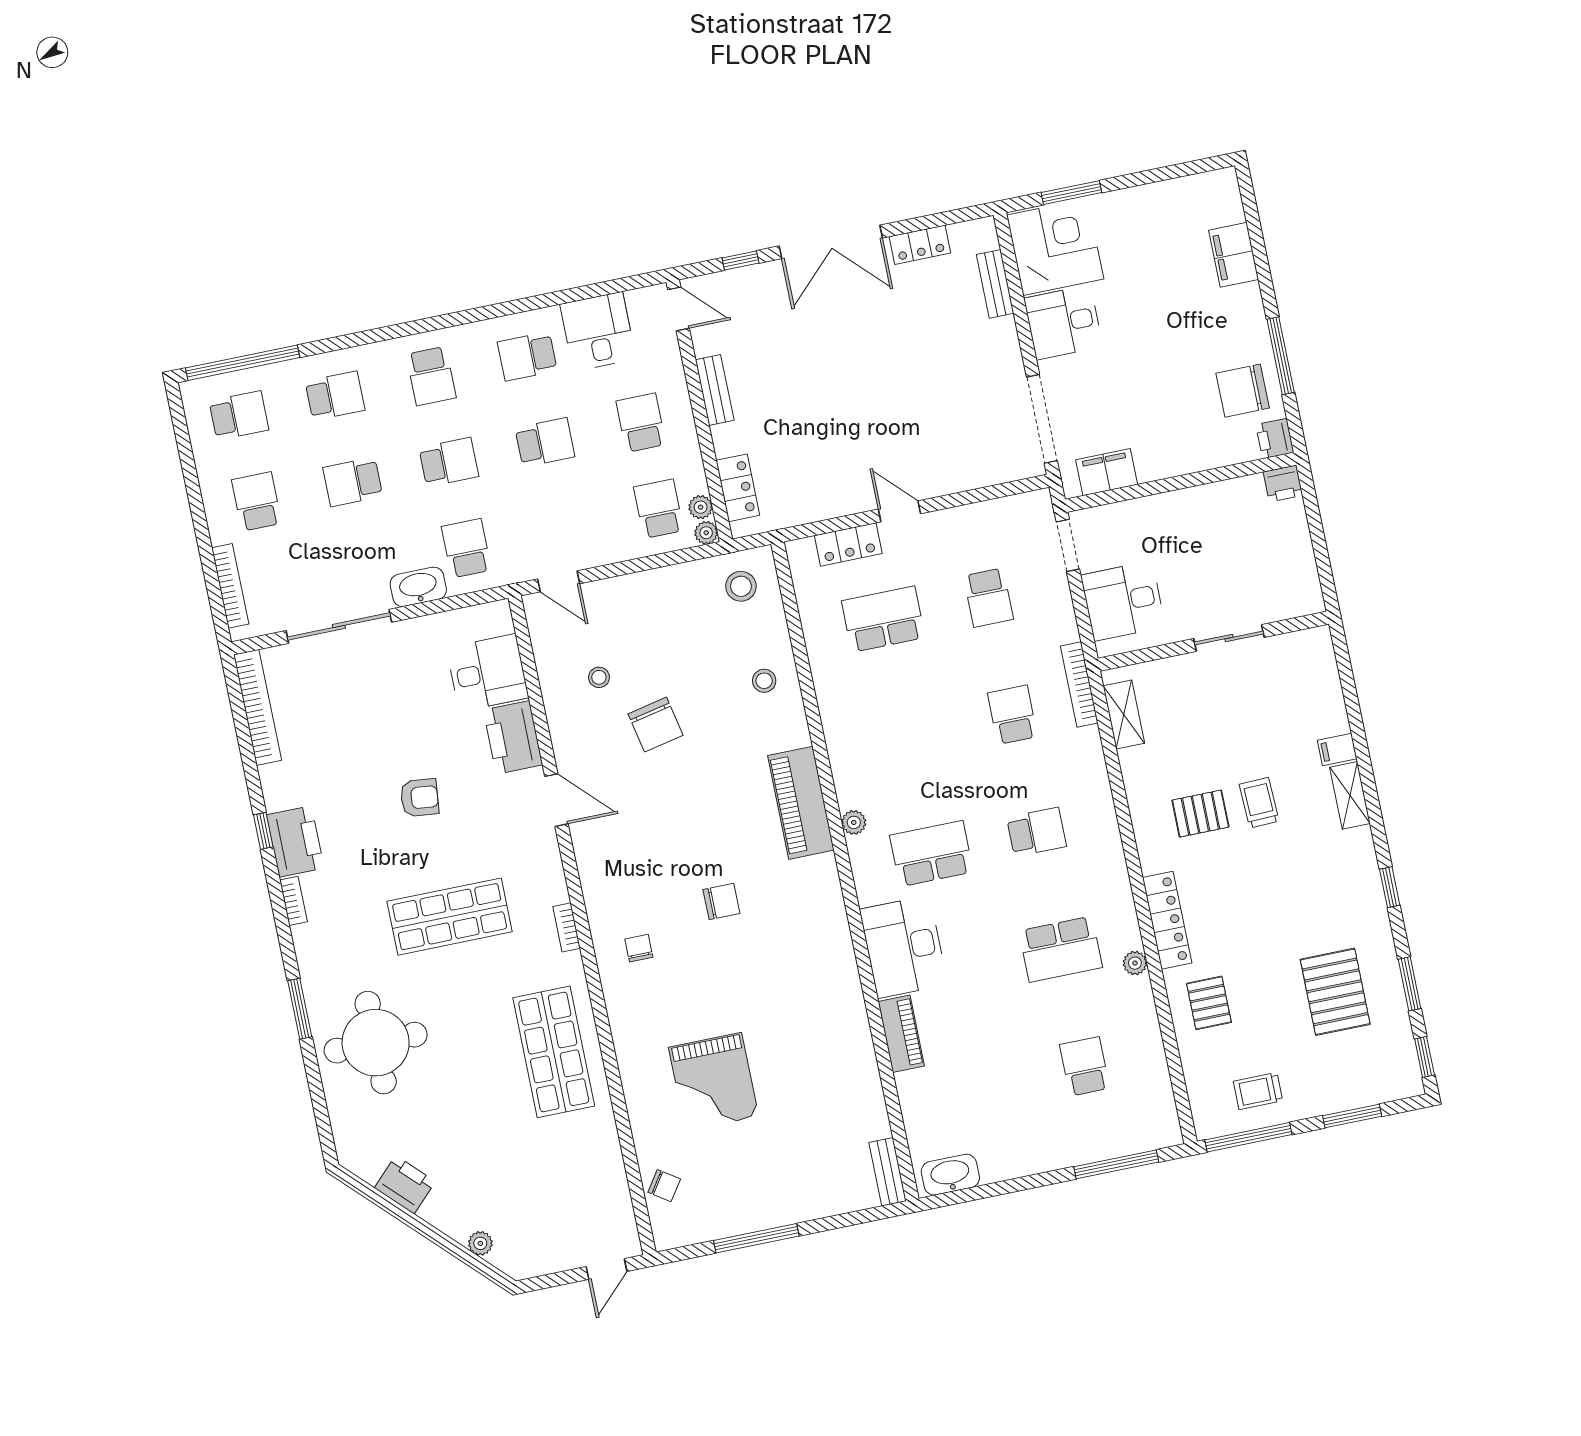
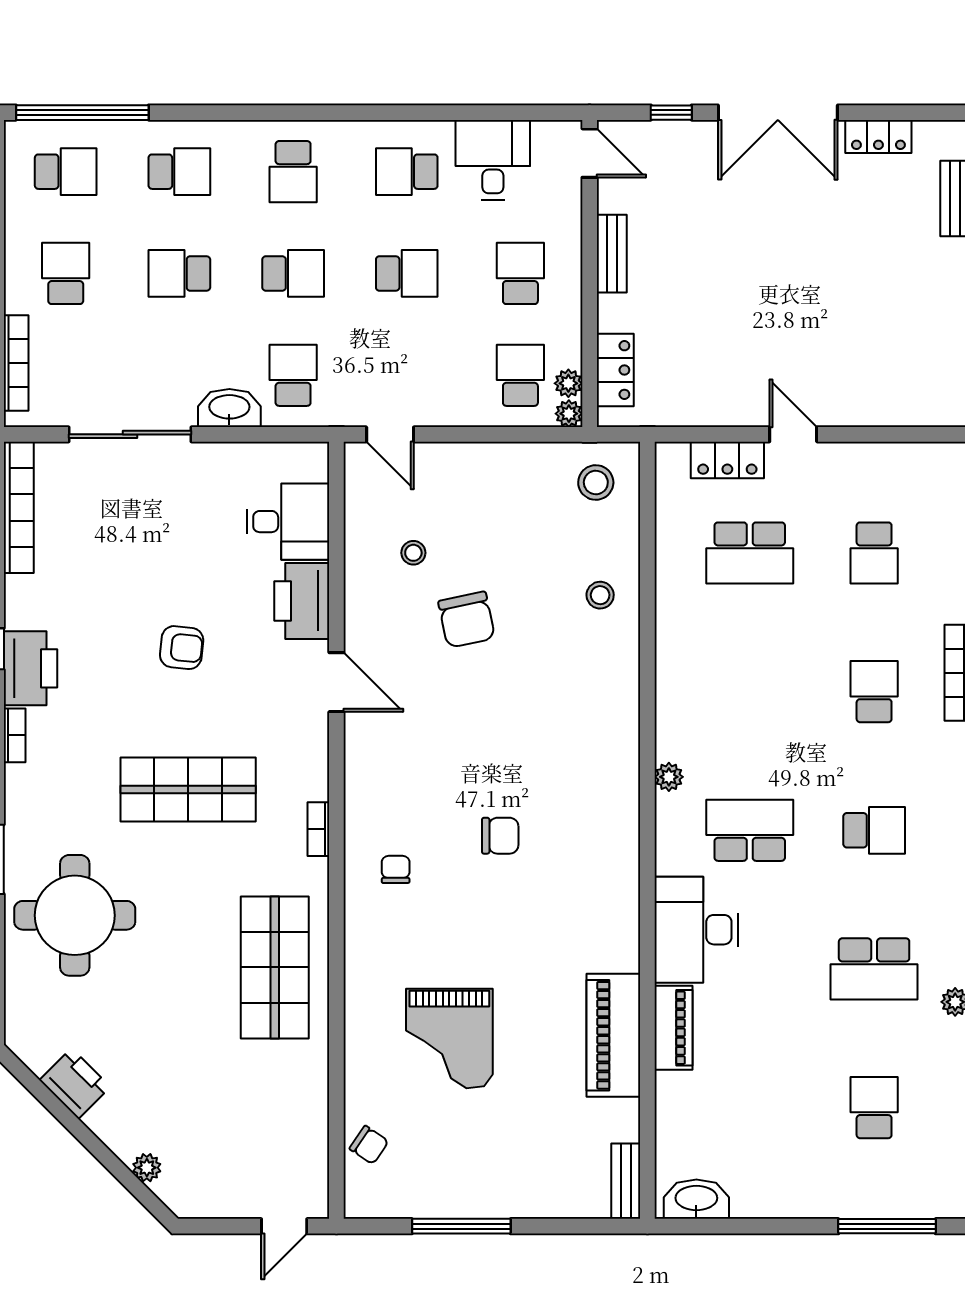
school desk: (883, 619) -> (750, 553), turned 180
piano: (801, 803) -> (613, 1035), moved

